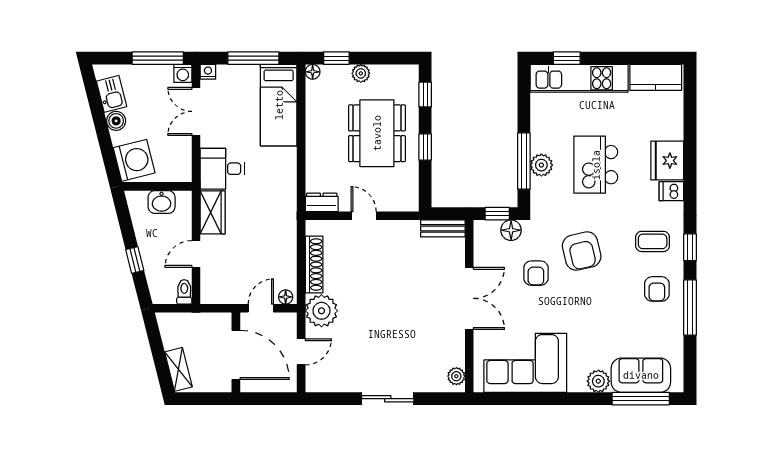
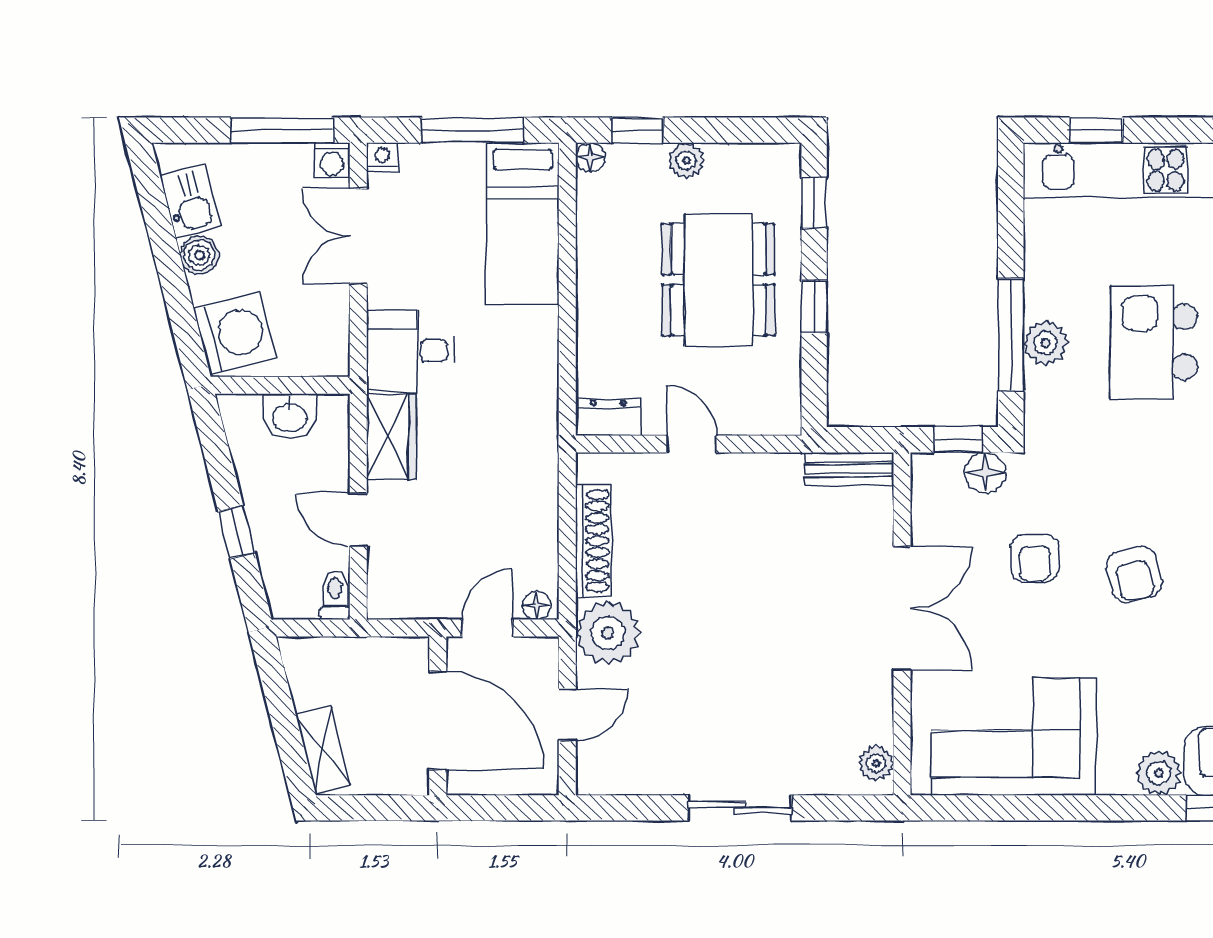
armchair: (582, 251) -> (1134, 575), moved, width x0.72, depth x0.72
door: (196, 254) -> (358, 520), hinge flipped

